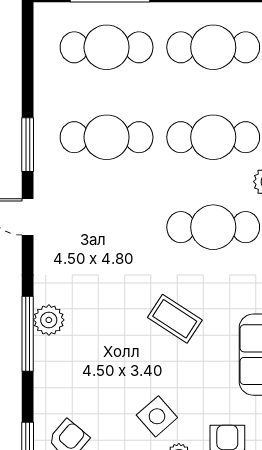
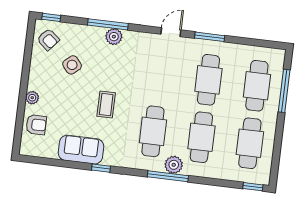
coffee table: (175, 319) -> (106, 105), turned -33
side table: (157, 416) -> (72, 65), moved

